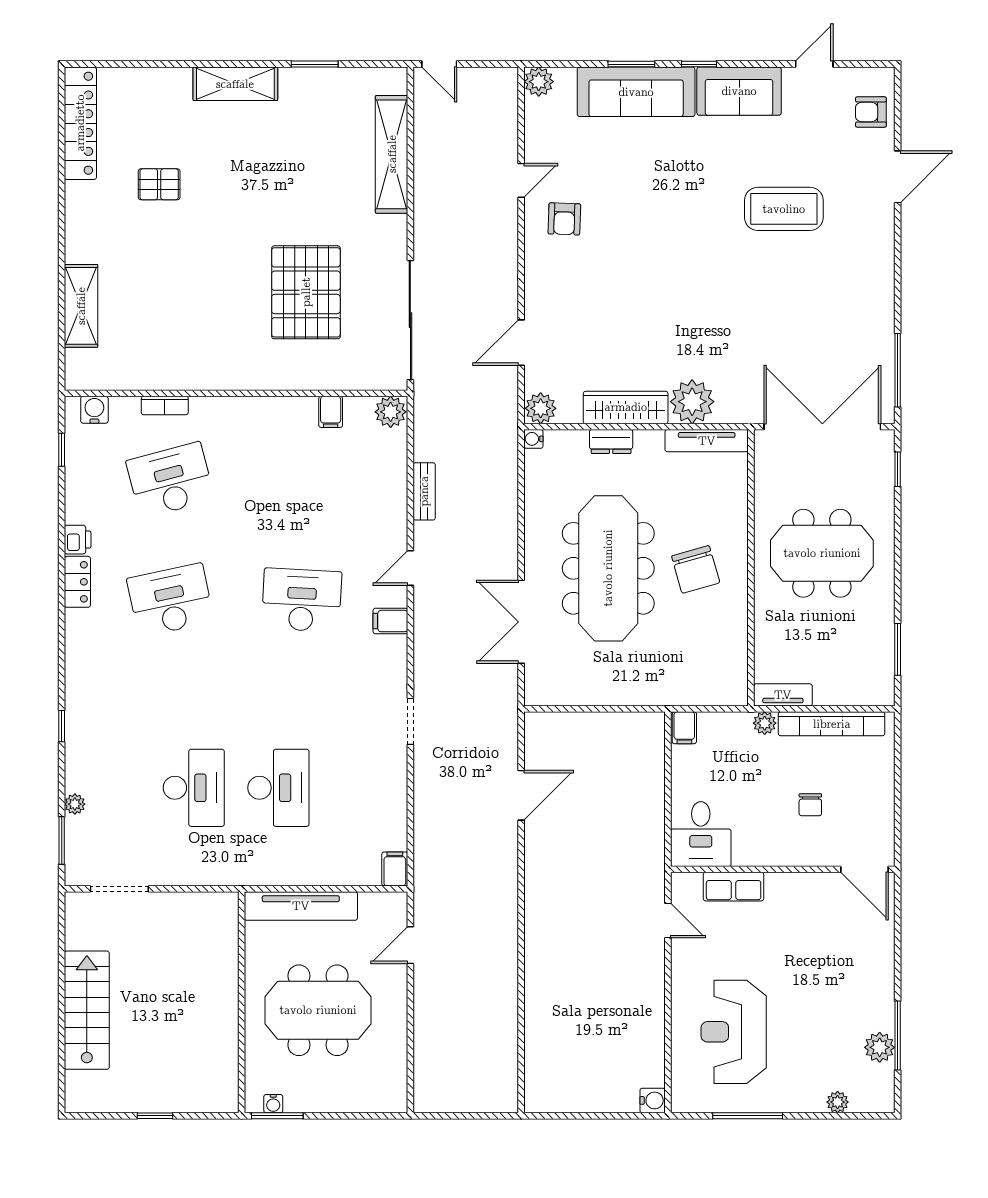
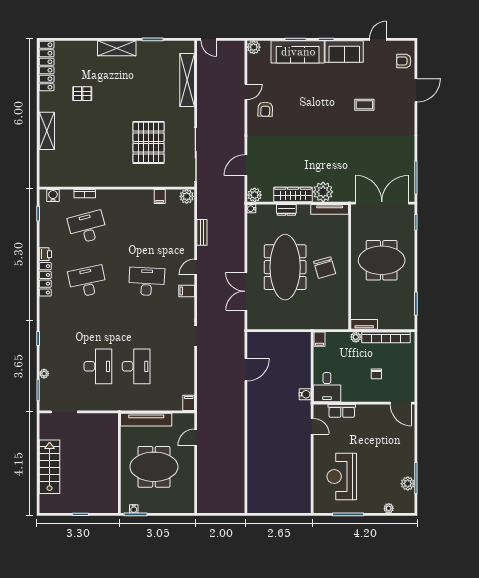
coffee table: (784, 209) -> (364, 105), width x0.54, depth x0.58
shelving: (81, 306) -> (47, 131), moved
locker: (77, 582) -> (45, 279), width x1.53
water cooler: (653, 1100) -> (305, 394), moved

